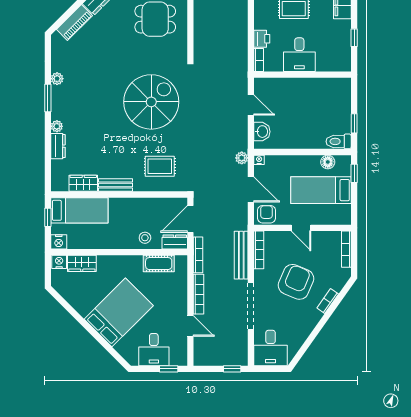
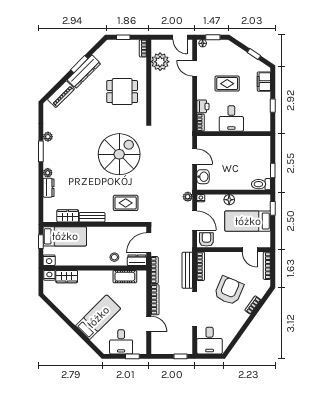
floor lamp: (328, 162) -> (229, 200), moved
door: (301, 228) -> (250, 250), moved
bed: (119, 312) -> (98, 317), width x0.67

